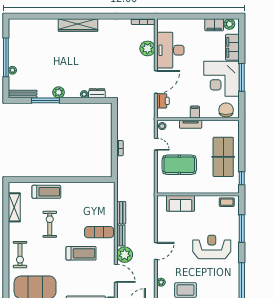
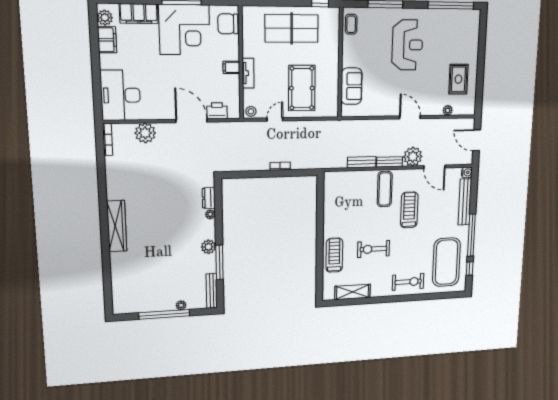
desk: (170, 50) -> (120, 95), moved, turned 90
reception desk: (212, 247) -> (407, 45), turned 180
door: (116, 273) -> (434, 167), swing flipped

